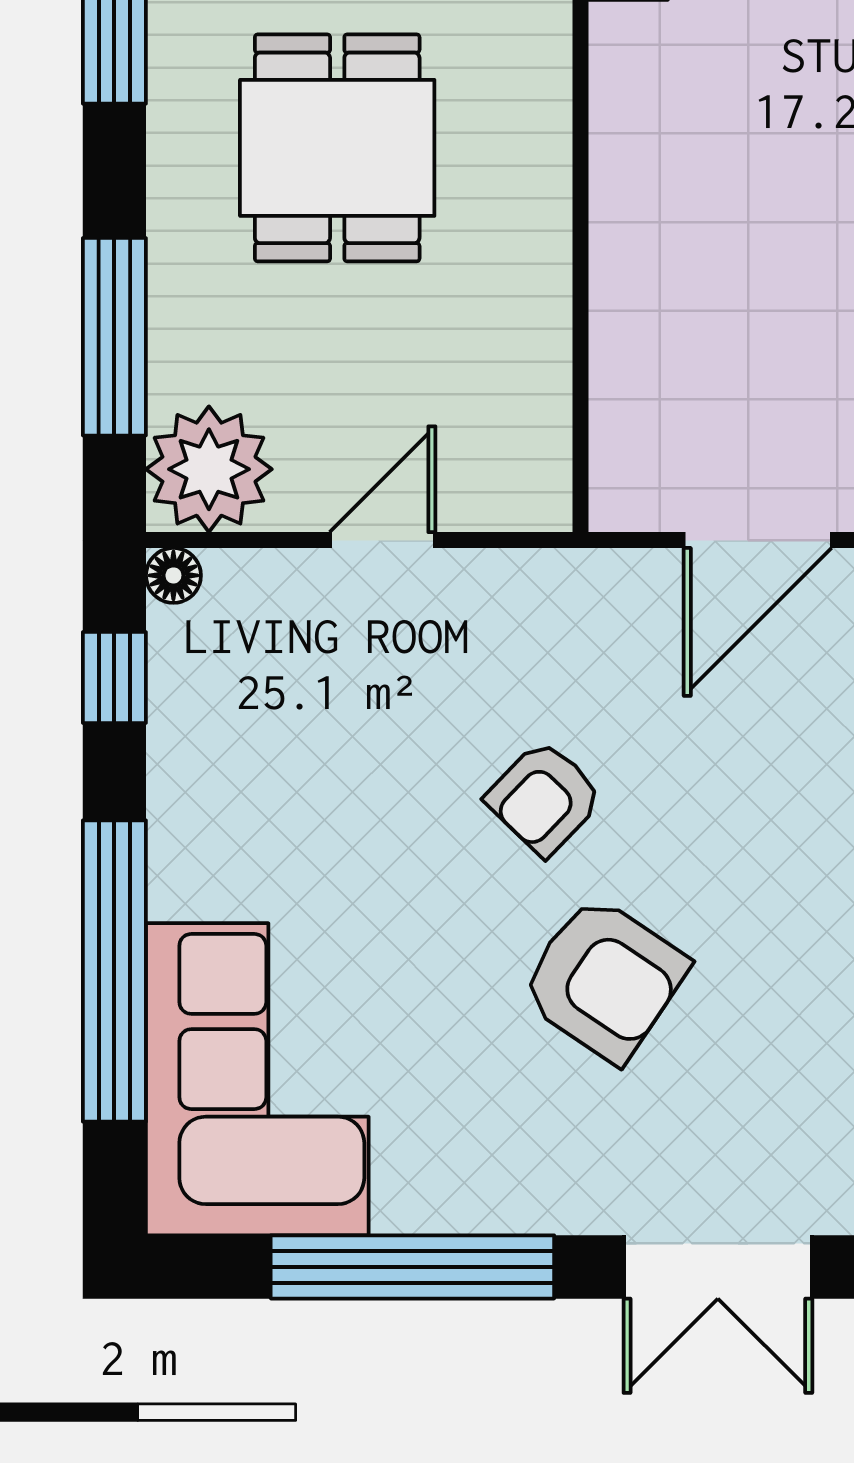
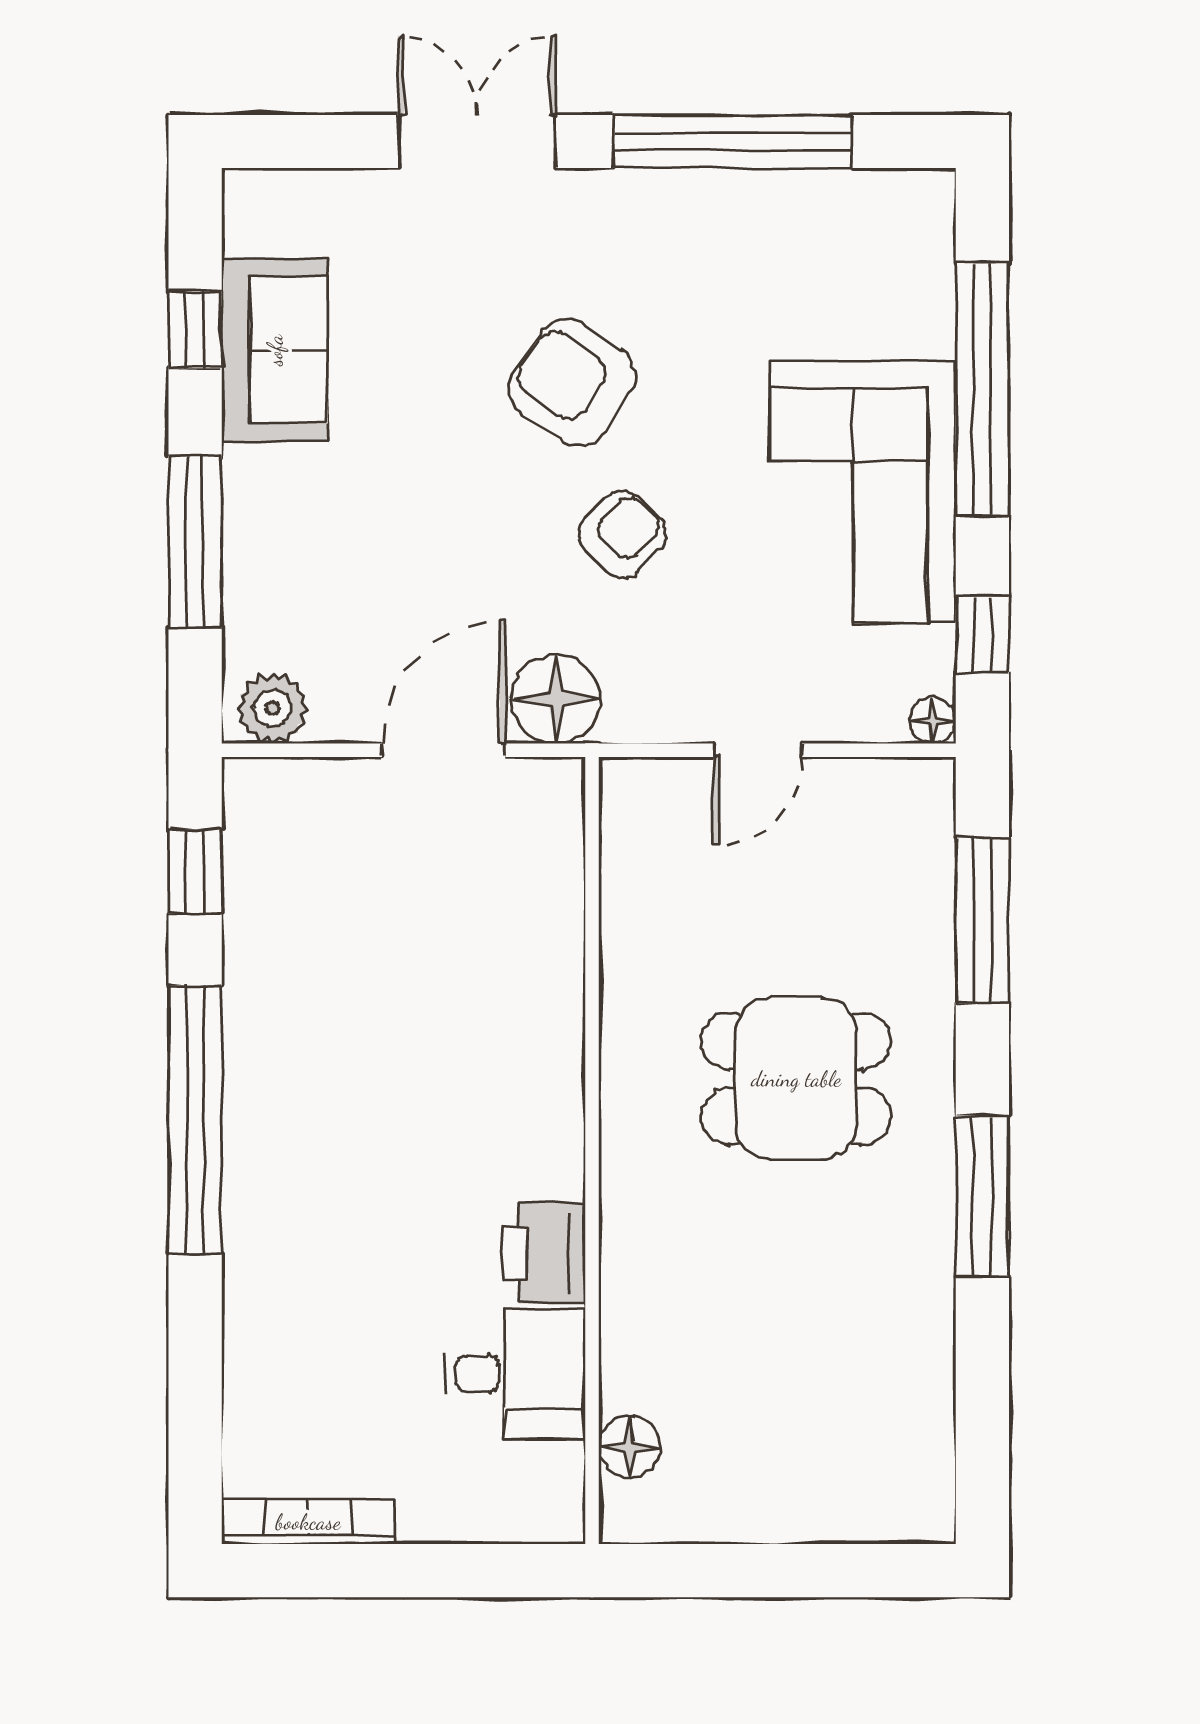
dining table: (337, 148) -> (796, 1079), turned 90
plant: (209, 469) -> (903, 810), removed
floor lamp: (624, 601) -> (556, 699), added
corner sofa: (257, 1079) -> (863, 492), moved

